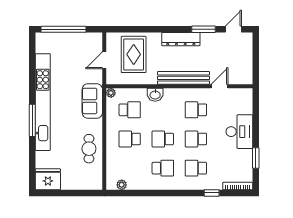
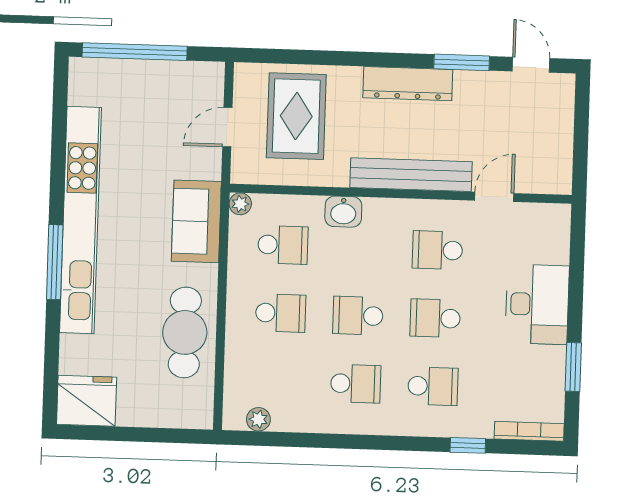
door: (233, 29) -> (531, 65), hinge flipped
school desk: (130, 139) -> (281, 313), turned 180
cafe table: (89, 149) -> (185, 332), width x1.37, depth x1.35
school desk: (196, 168) -> (433, 386), turned 180

